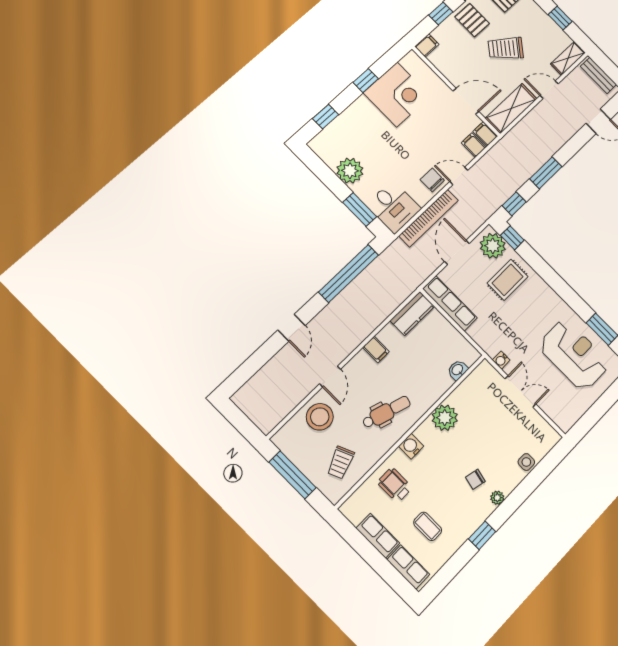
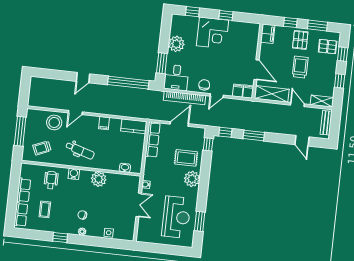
filing cabinet: (427, 45) -> (268, 34), width x2.00
trolley: (506, 48) -> (300, 67), turned 51
corner desk: (397, 94) -> (213, 33), moved
door: (459, 176) -> (217, 96), swing flipped
plant: (493, 246) -> (192, 179), moved

